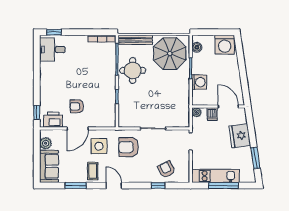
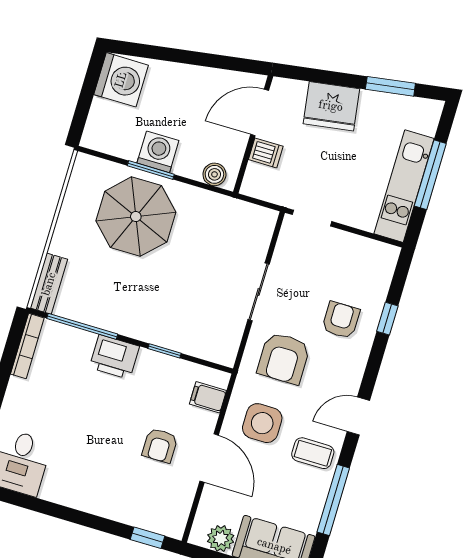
bench: (135, 40) -> (49, 284), width x0.73
boiler: (197, 47) -> (214, 174), moved
parasol: (170, 54) -> (136, 217), moved
round table: (133, 70) -> (118, 299), removed
washing machine: (199, 82) -> (158, 152), moved
plant: (196, 112) -> (252, 186), removed
printer: (53, 120) -> (114, 357), moved, turned -90
filing cabinet: (103, 120) -> (208, 397), added
armchair: (166, 169) -> (341, 320), moved, turned 117
window: (76, 185) -> (333, 500), width x1.44

